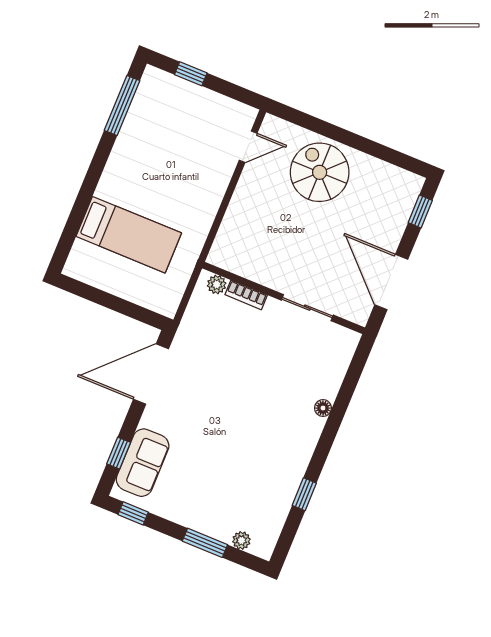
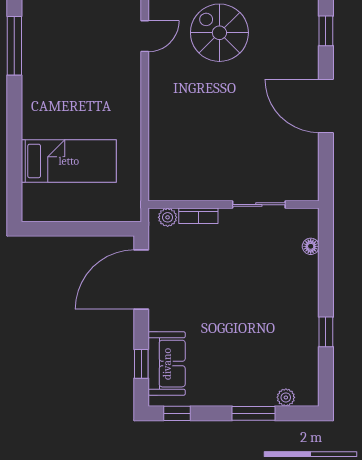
plant: (217, 285) -> (168, 217), moved
bookcase: (246, 295) -> (198, 216), moved
wall: (284, 298) -> (234, 205), moved
sliding door: (307, 308) -> (259, 205), moved

